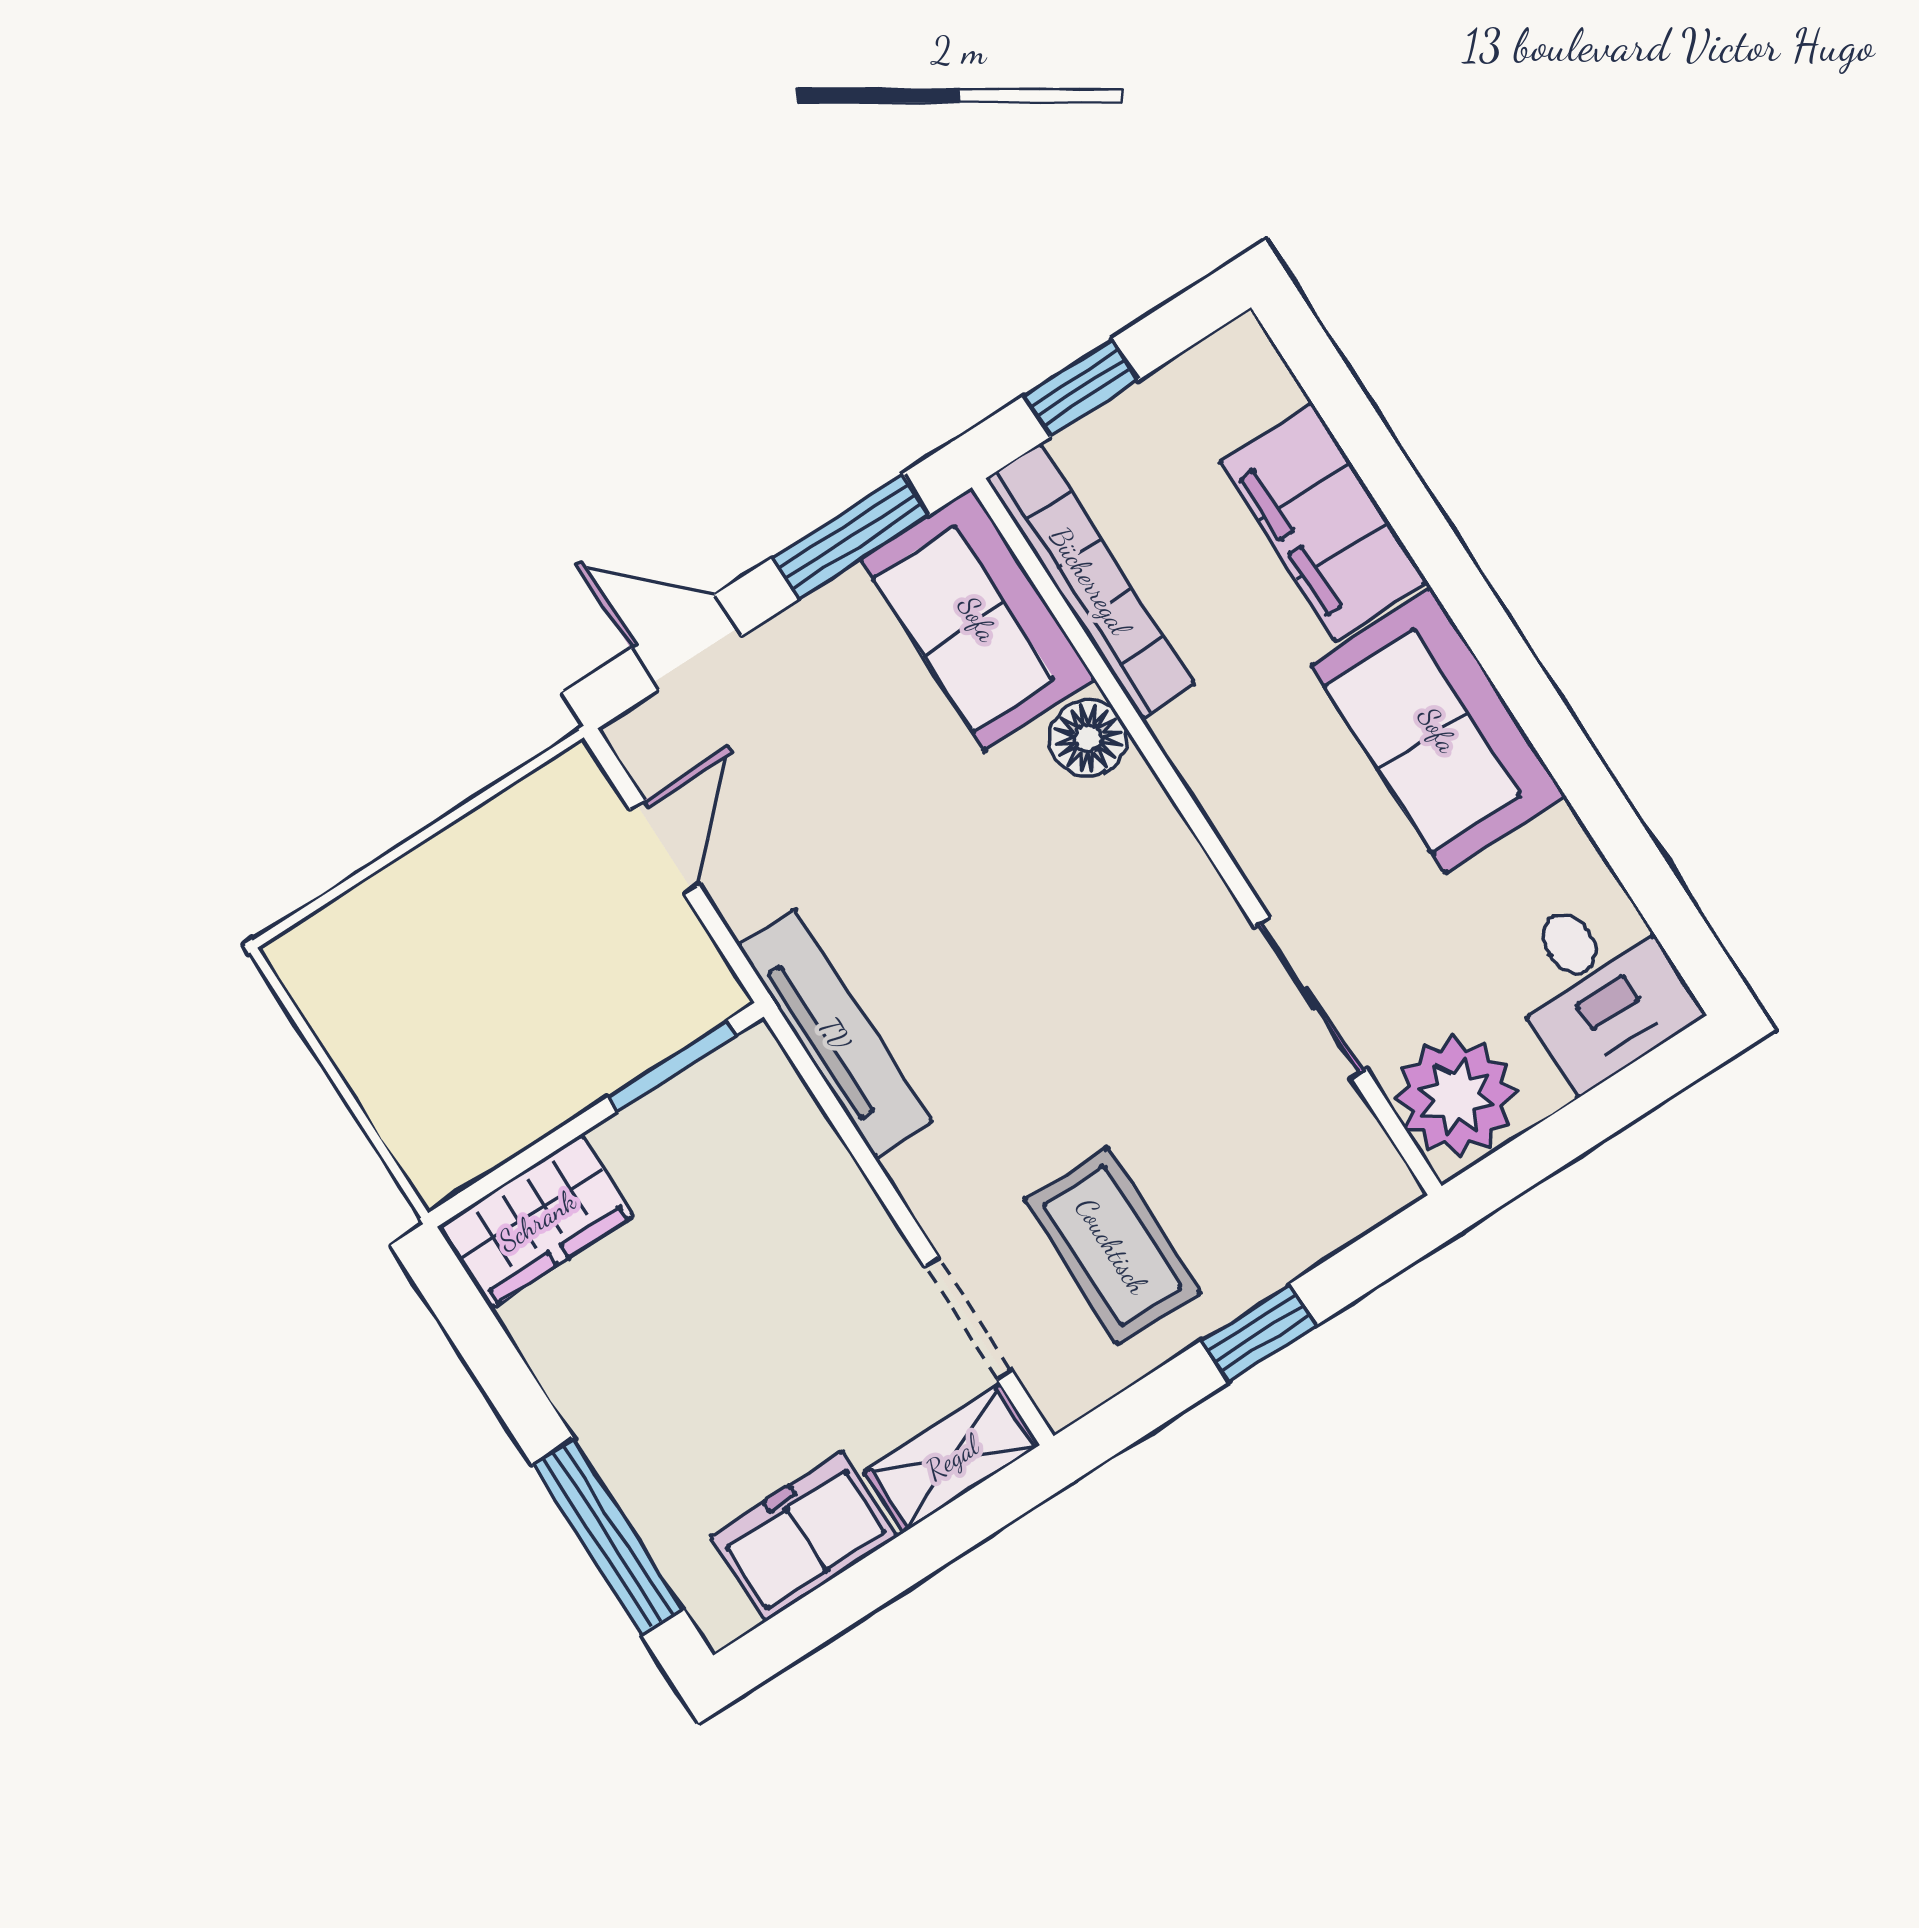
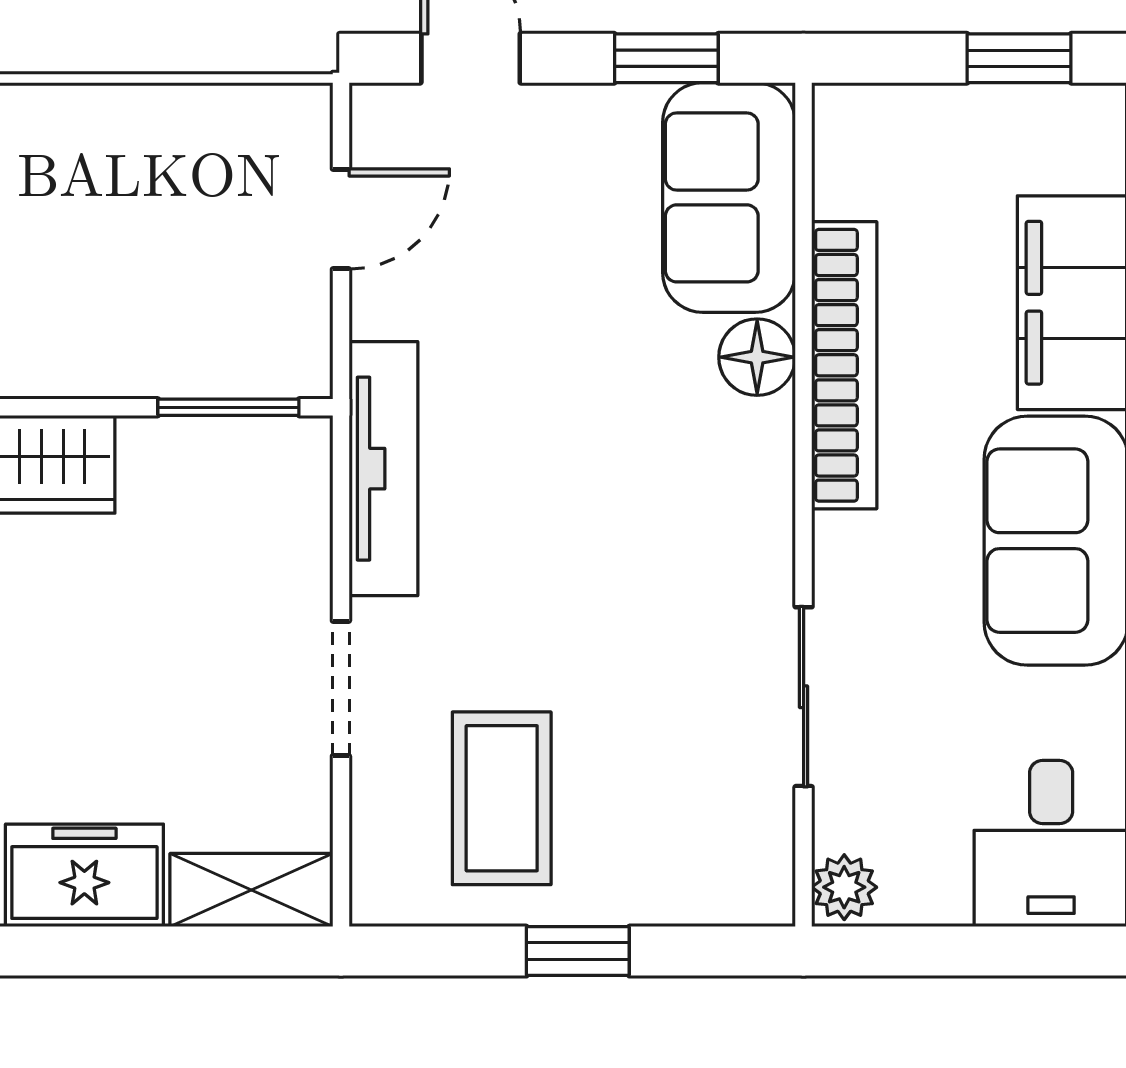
window: (1081, 388) -> (1019, 58), moved
window: (850, 536) -> (666, 58), width x0.67
bookcase: (1090, 581) -> (844, 365), moved
plant: (1456, 1096) -> (844, 887), width x0.53, depth x0.53
doorway: (968, 1318) -> (341, 688), moved

